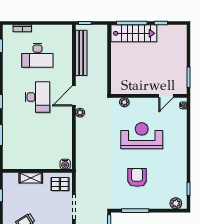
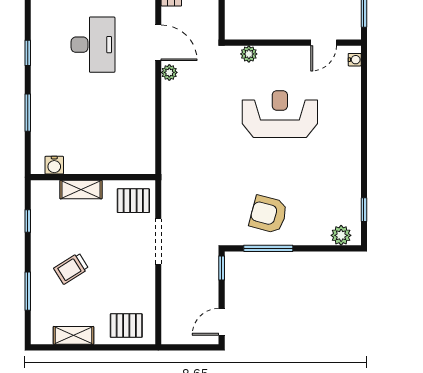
door: (74, 96) -> (158, 43), swing flipped
water cooler: (65, 164) -> (54, 165), moved
armchair: (137, 177) -> (268, 214), moved, turned -75

